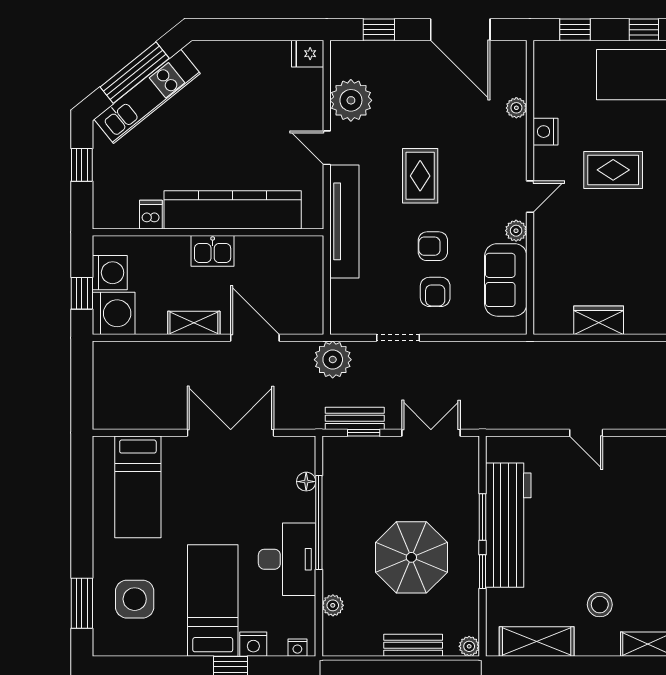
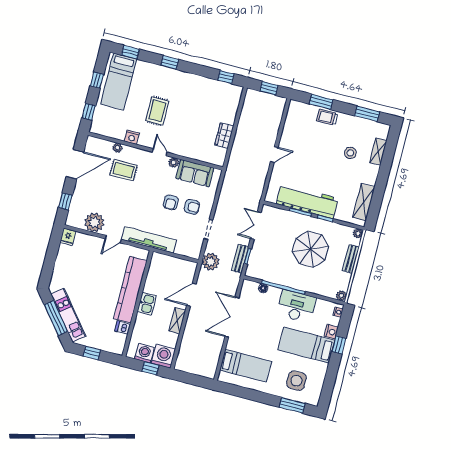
rug: (420, 176) -> (124, 170), moved
plant: (333, 605) -> (341, 296), moved
stool: (600, 605) -> (350, 153), moved

